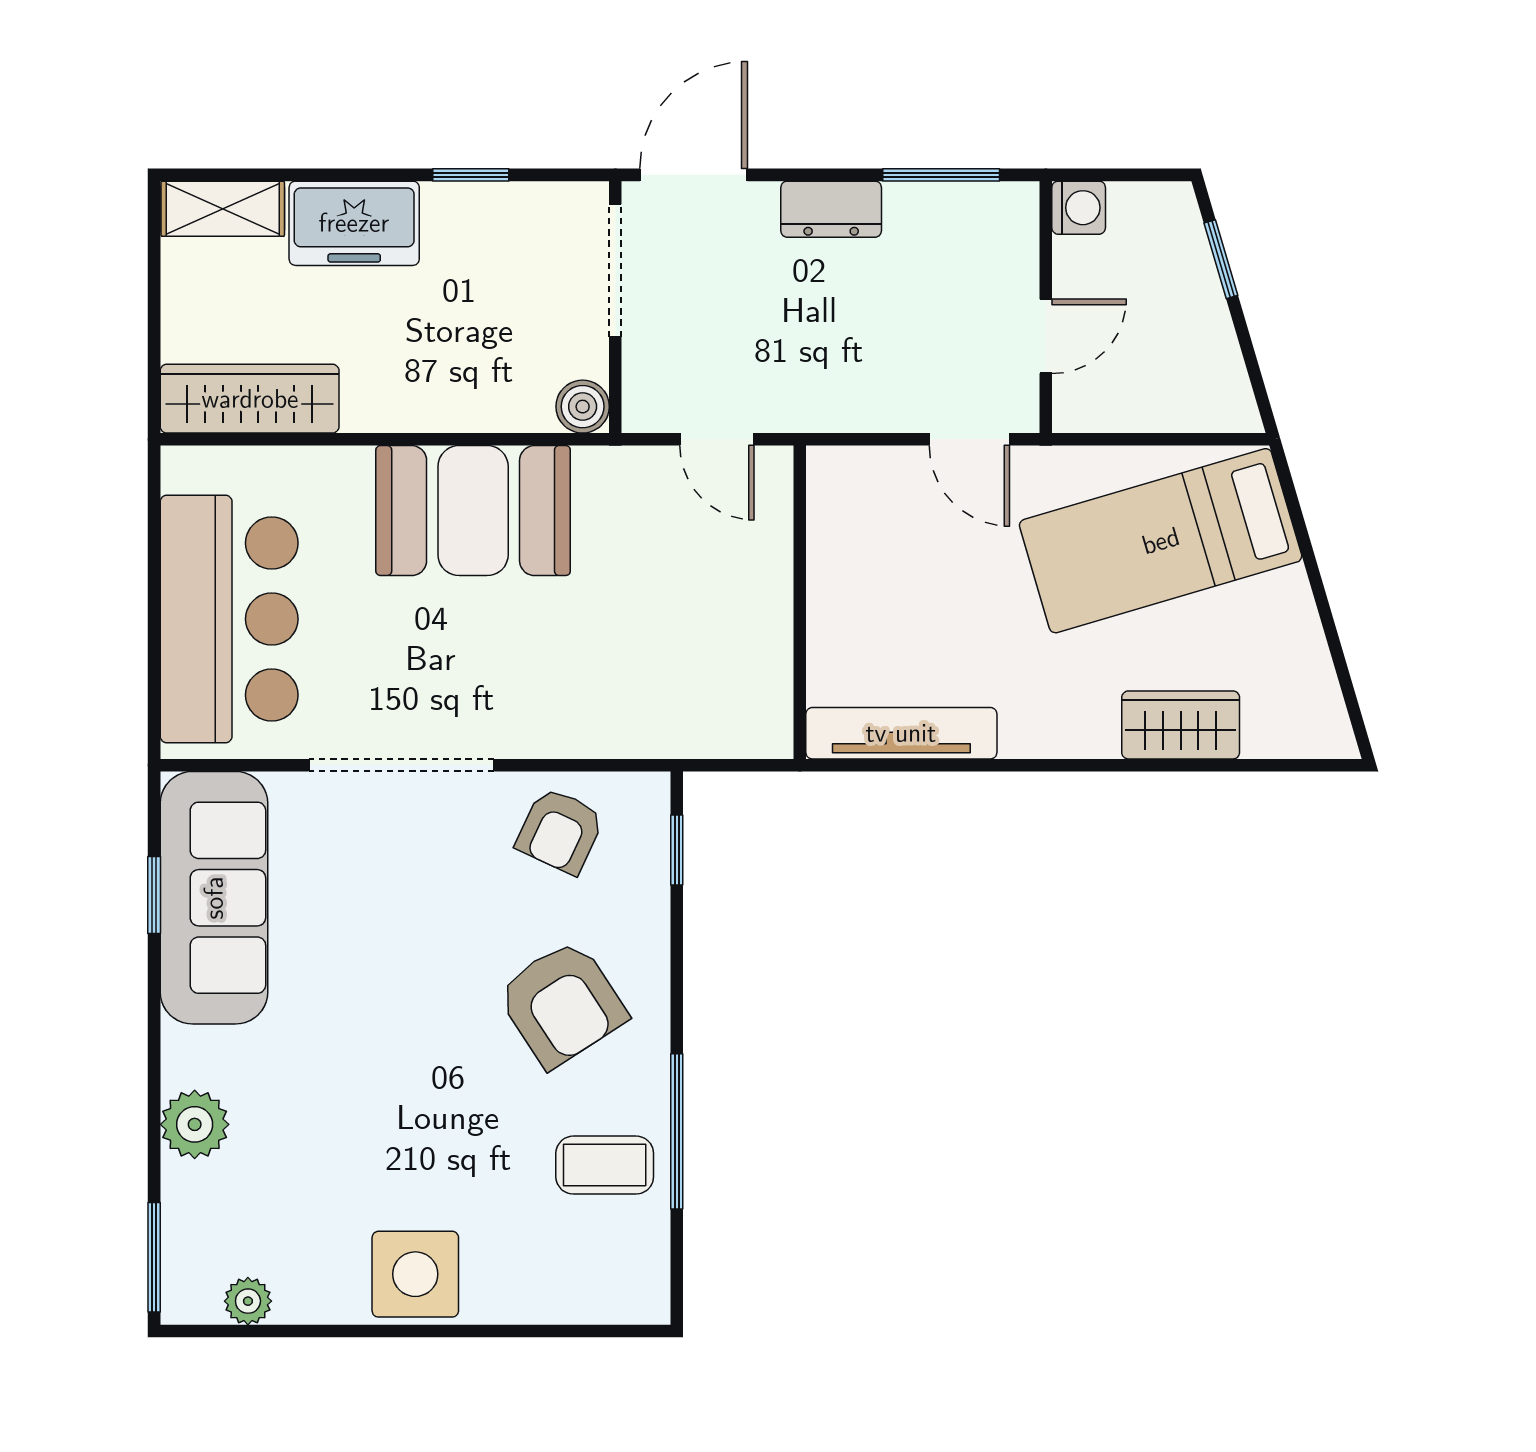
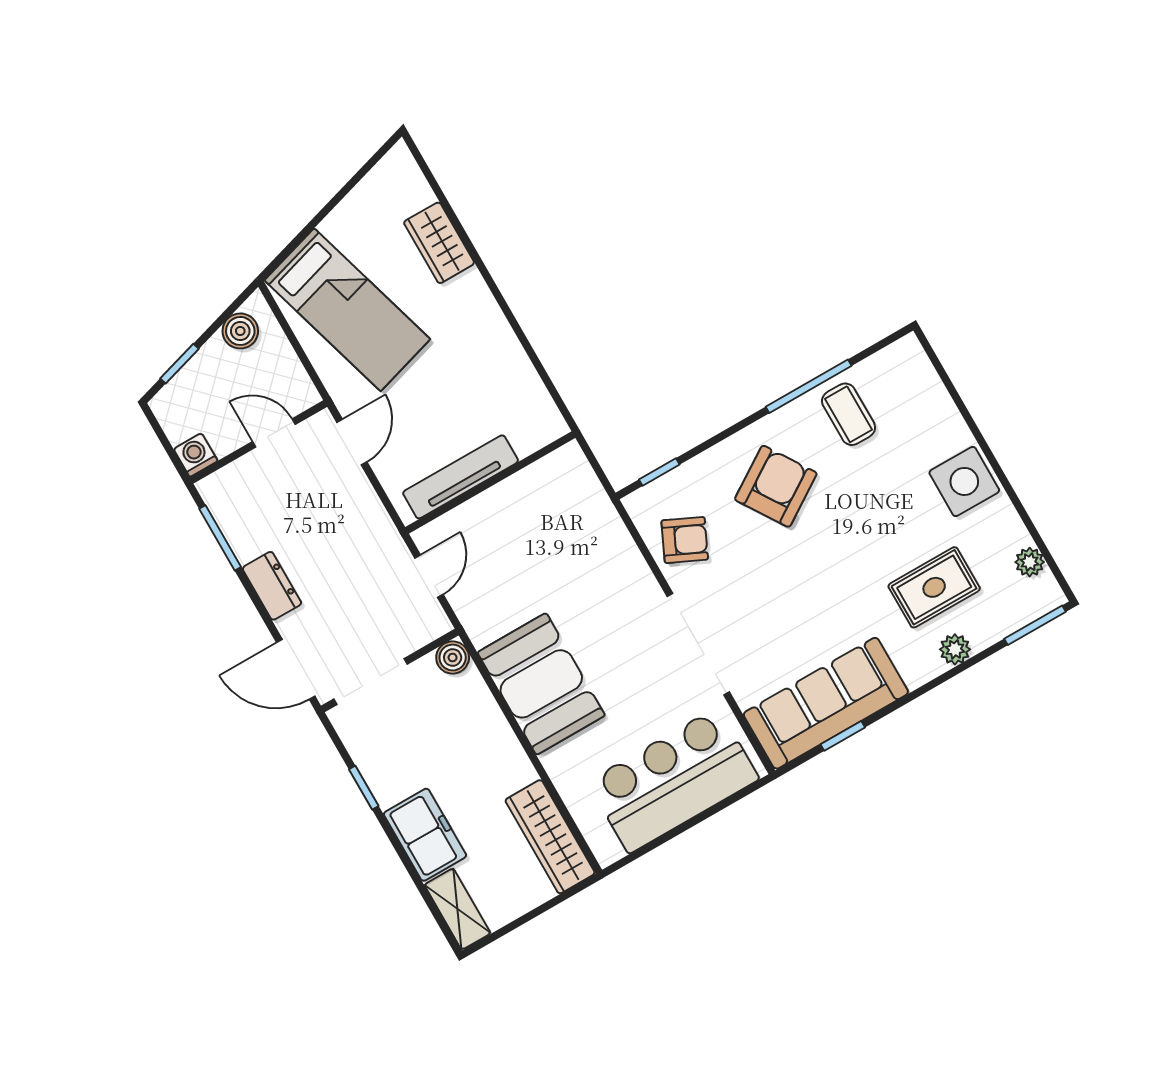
boiler: (1218, 372) -> (240, 331), added
tv unit: (901, 733) -> (461, 477), moved, turned 90
plant: (195, 1124) -> (955, 649), width x0.73, depth x0.73
rug: (290, 1145) -> (934, 587), added

